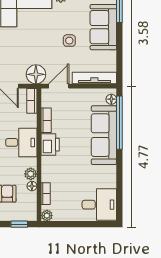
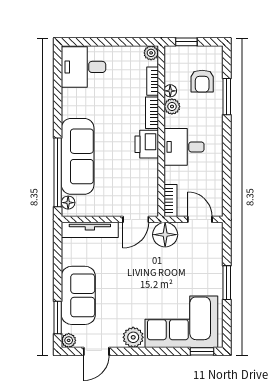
side table: (69, 41) -> (122, 278), removed
bookcase: (46, 120) -> (152, 113), moved

